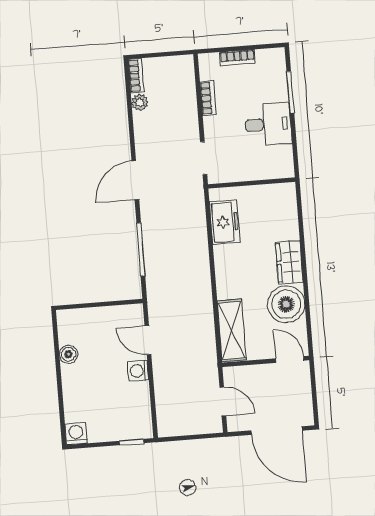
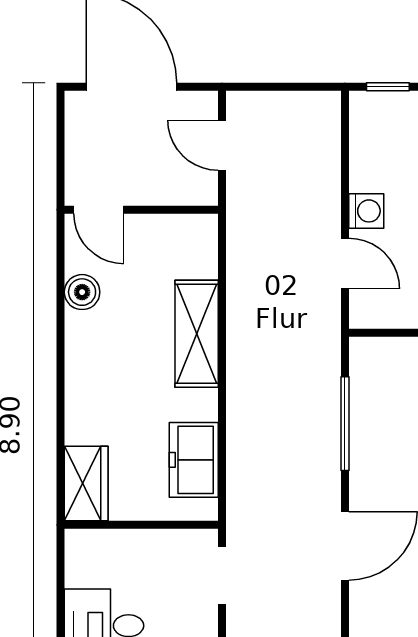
wardrobe: (289, 262) -> (86, 484), moved
boiler: (286, 304) -> (82, 292), width x0.54, depth x0.54
shelving: (232, 330) -> (197, 334), moved

